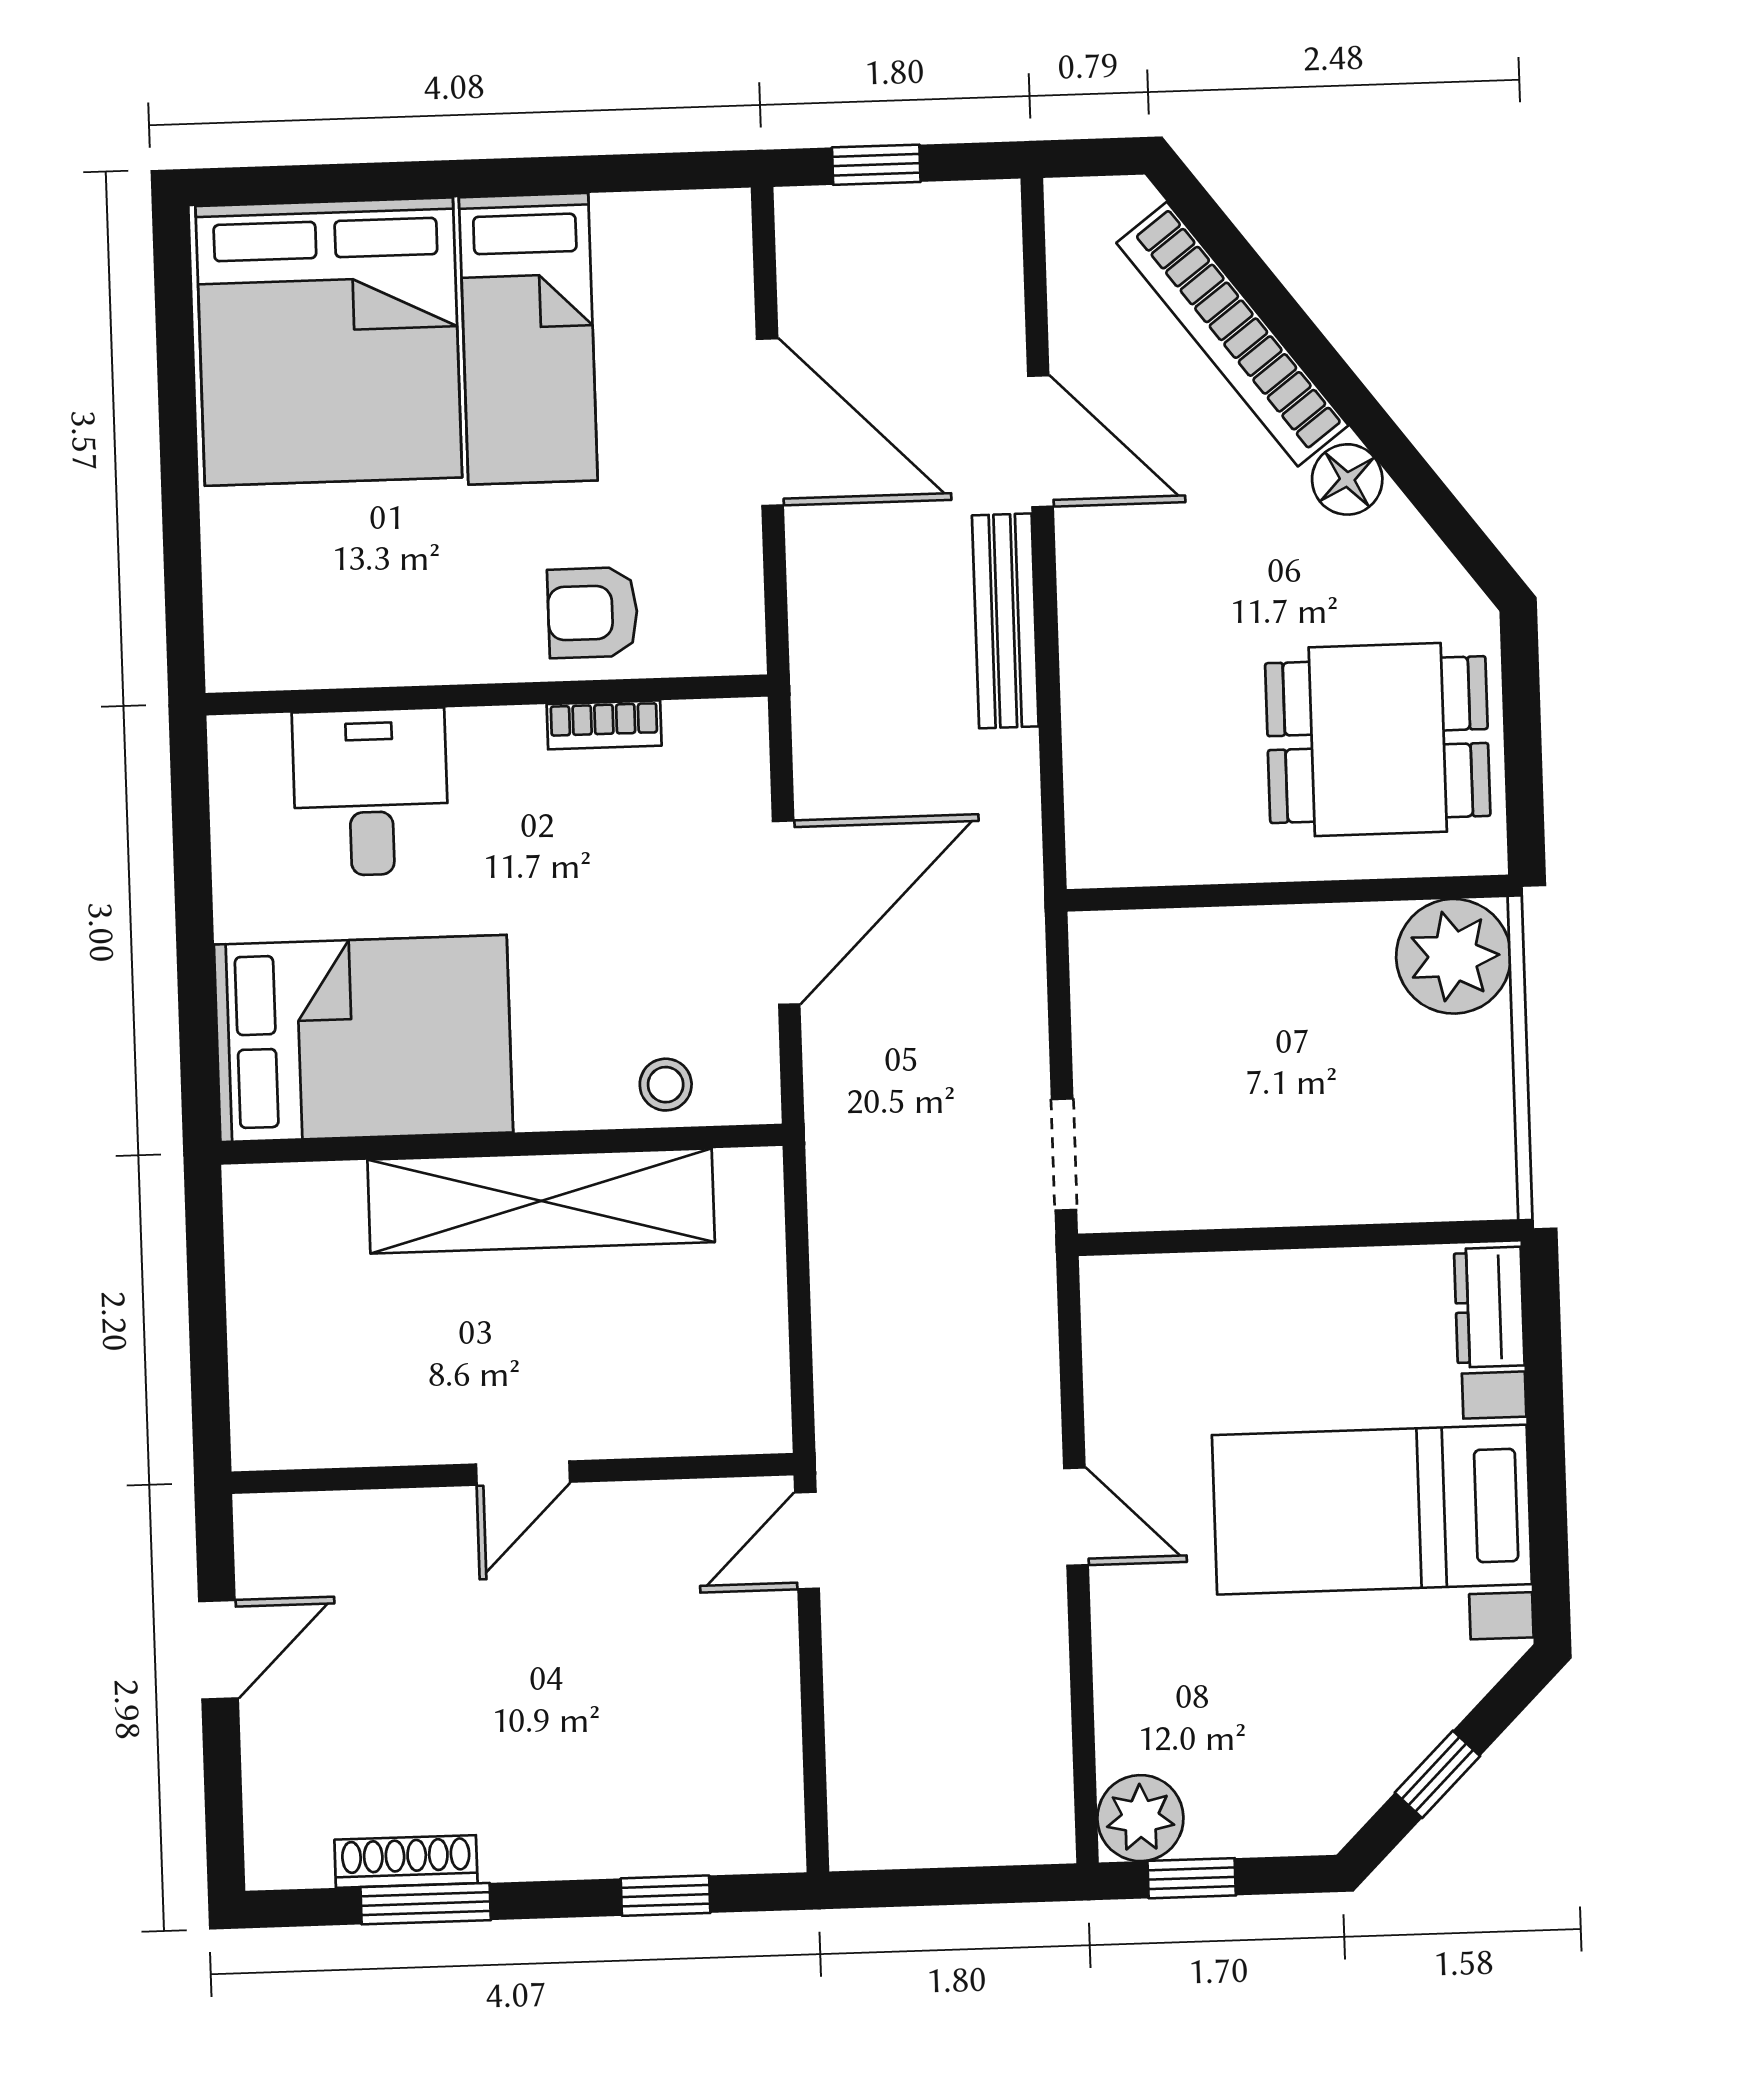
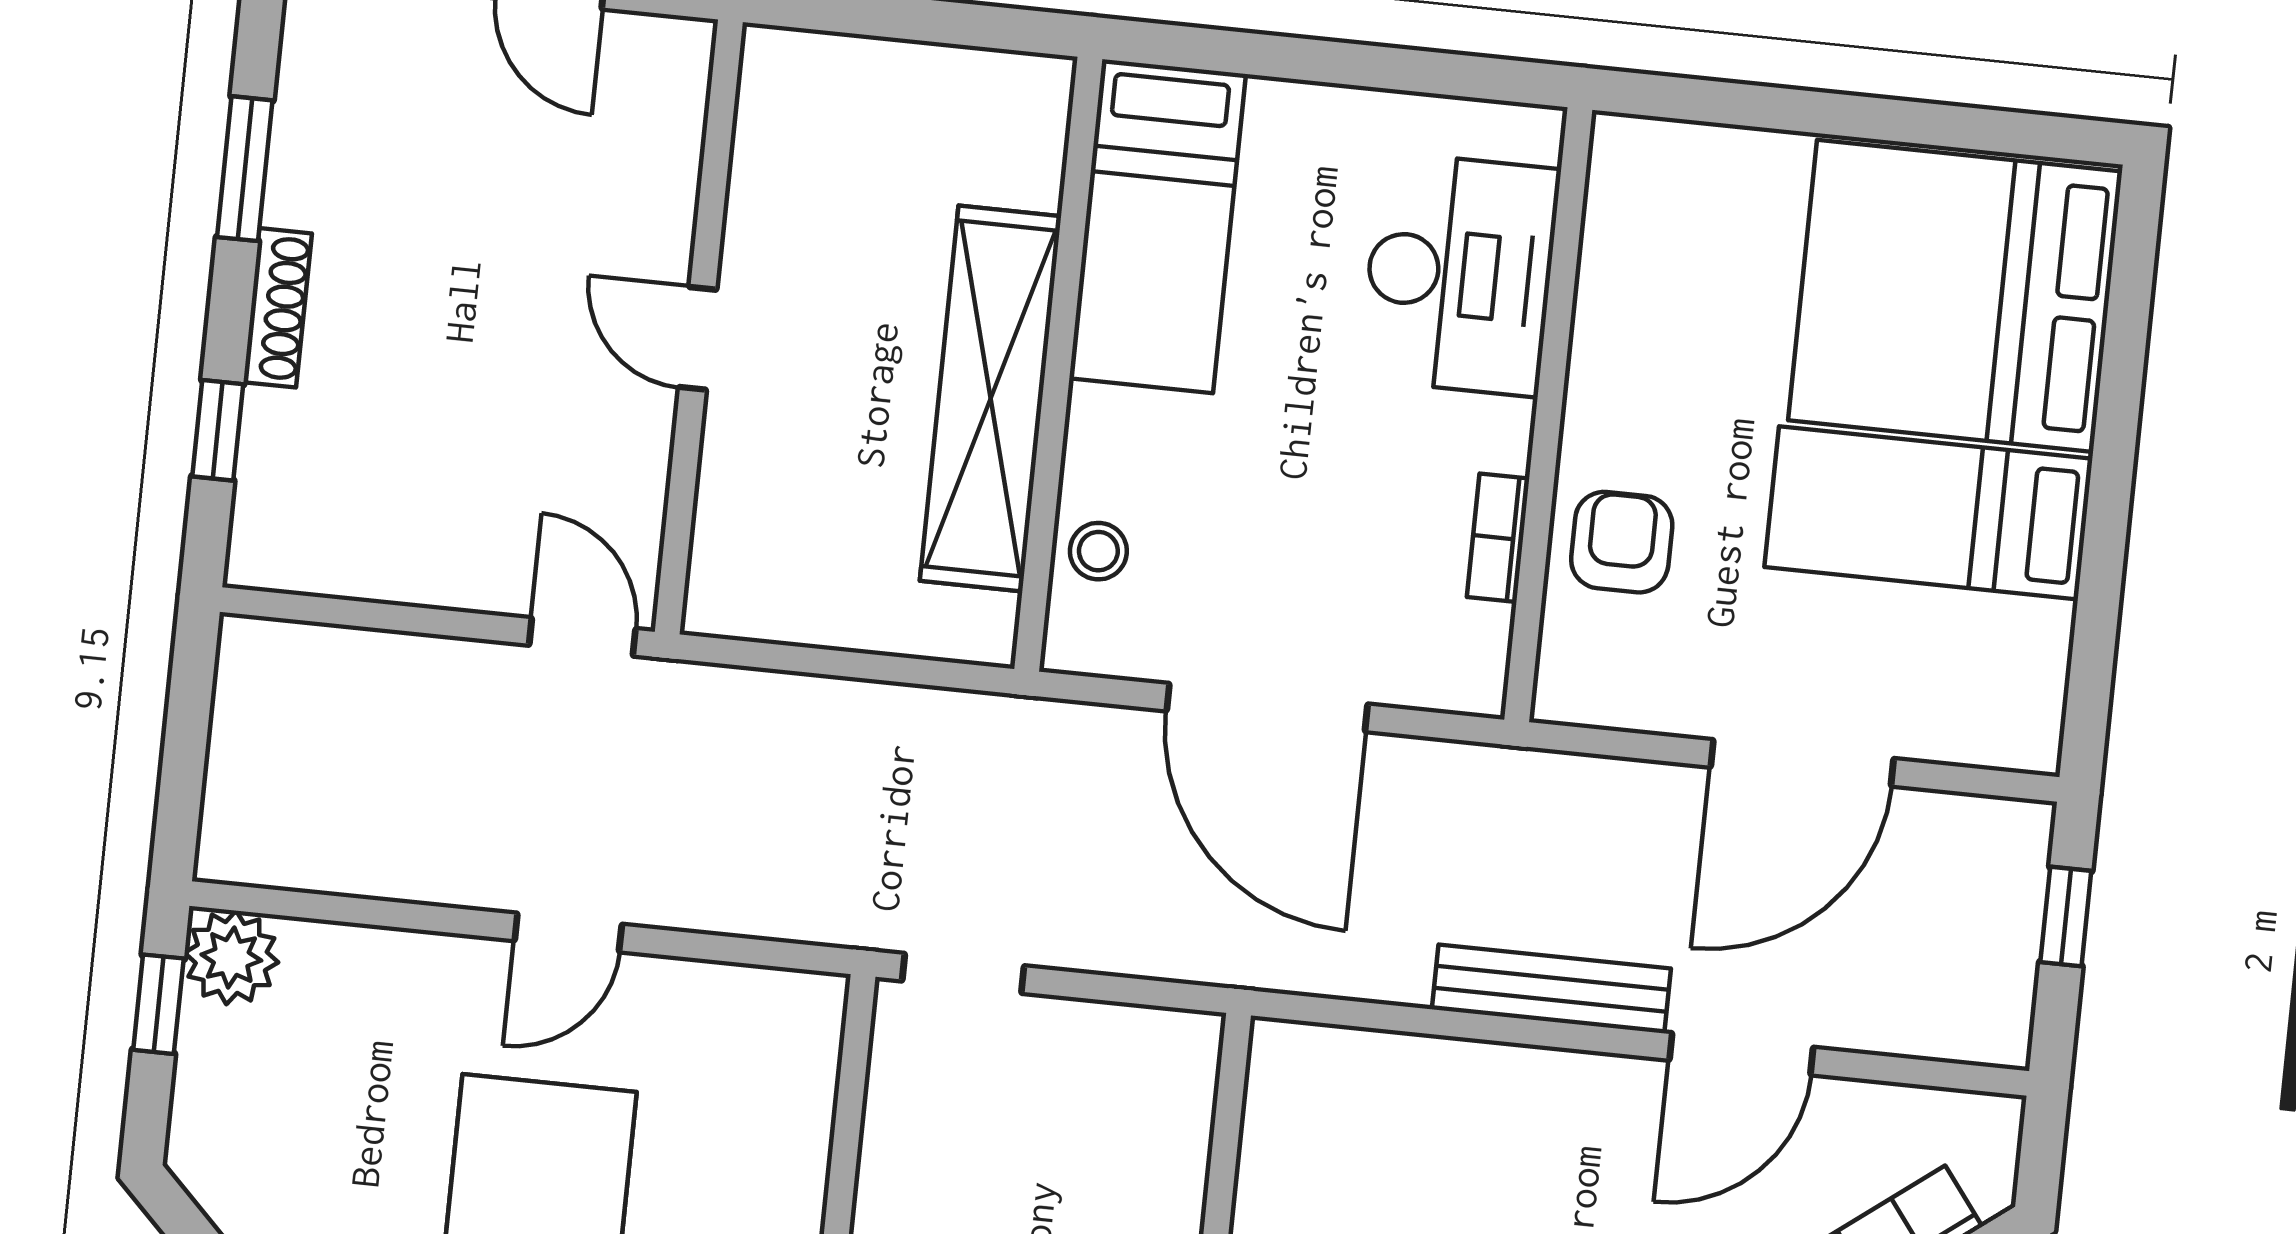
desk: (371, 792) -> (1460, 274), width x1.37
bed: (364, 1038) -> (1157, 226), width x0.67
shoe rack: (406, 1861) -> (278, 308), moved

